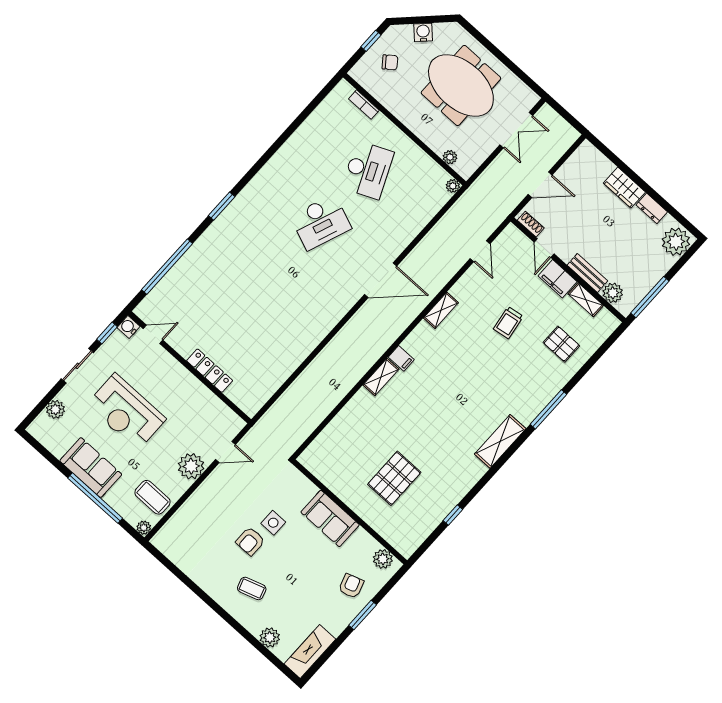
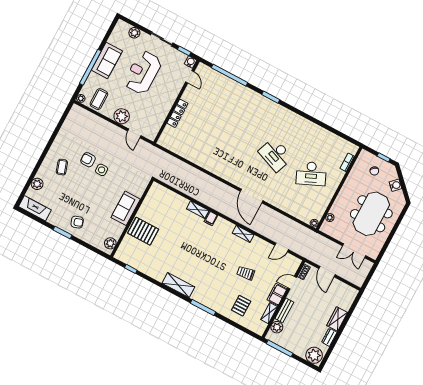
wall: (350, 512) -> (132, 218), moved
sofa: (330, 518) -> (126, 208), moved
plant: (383, 559) -> (110, 243), moved

